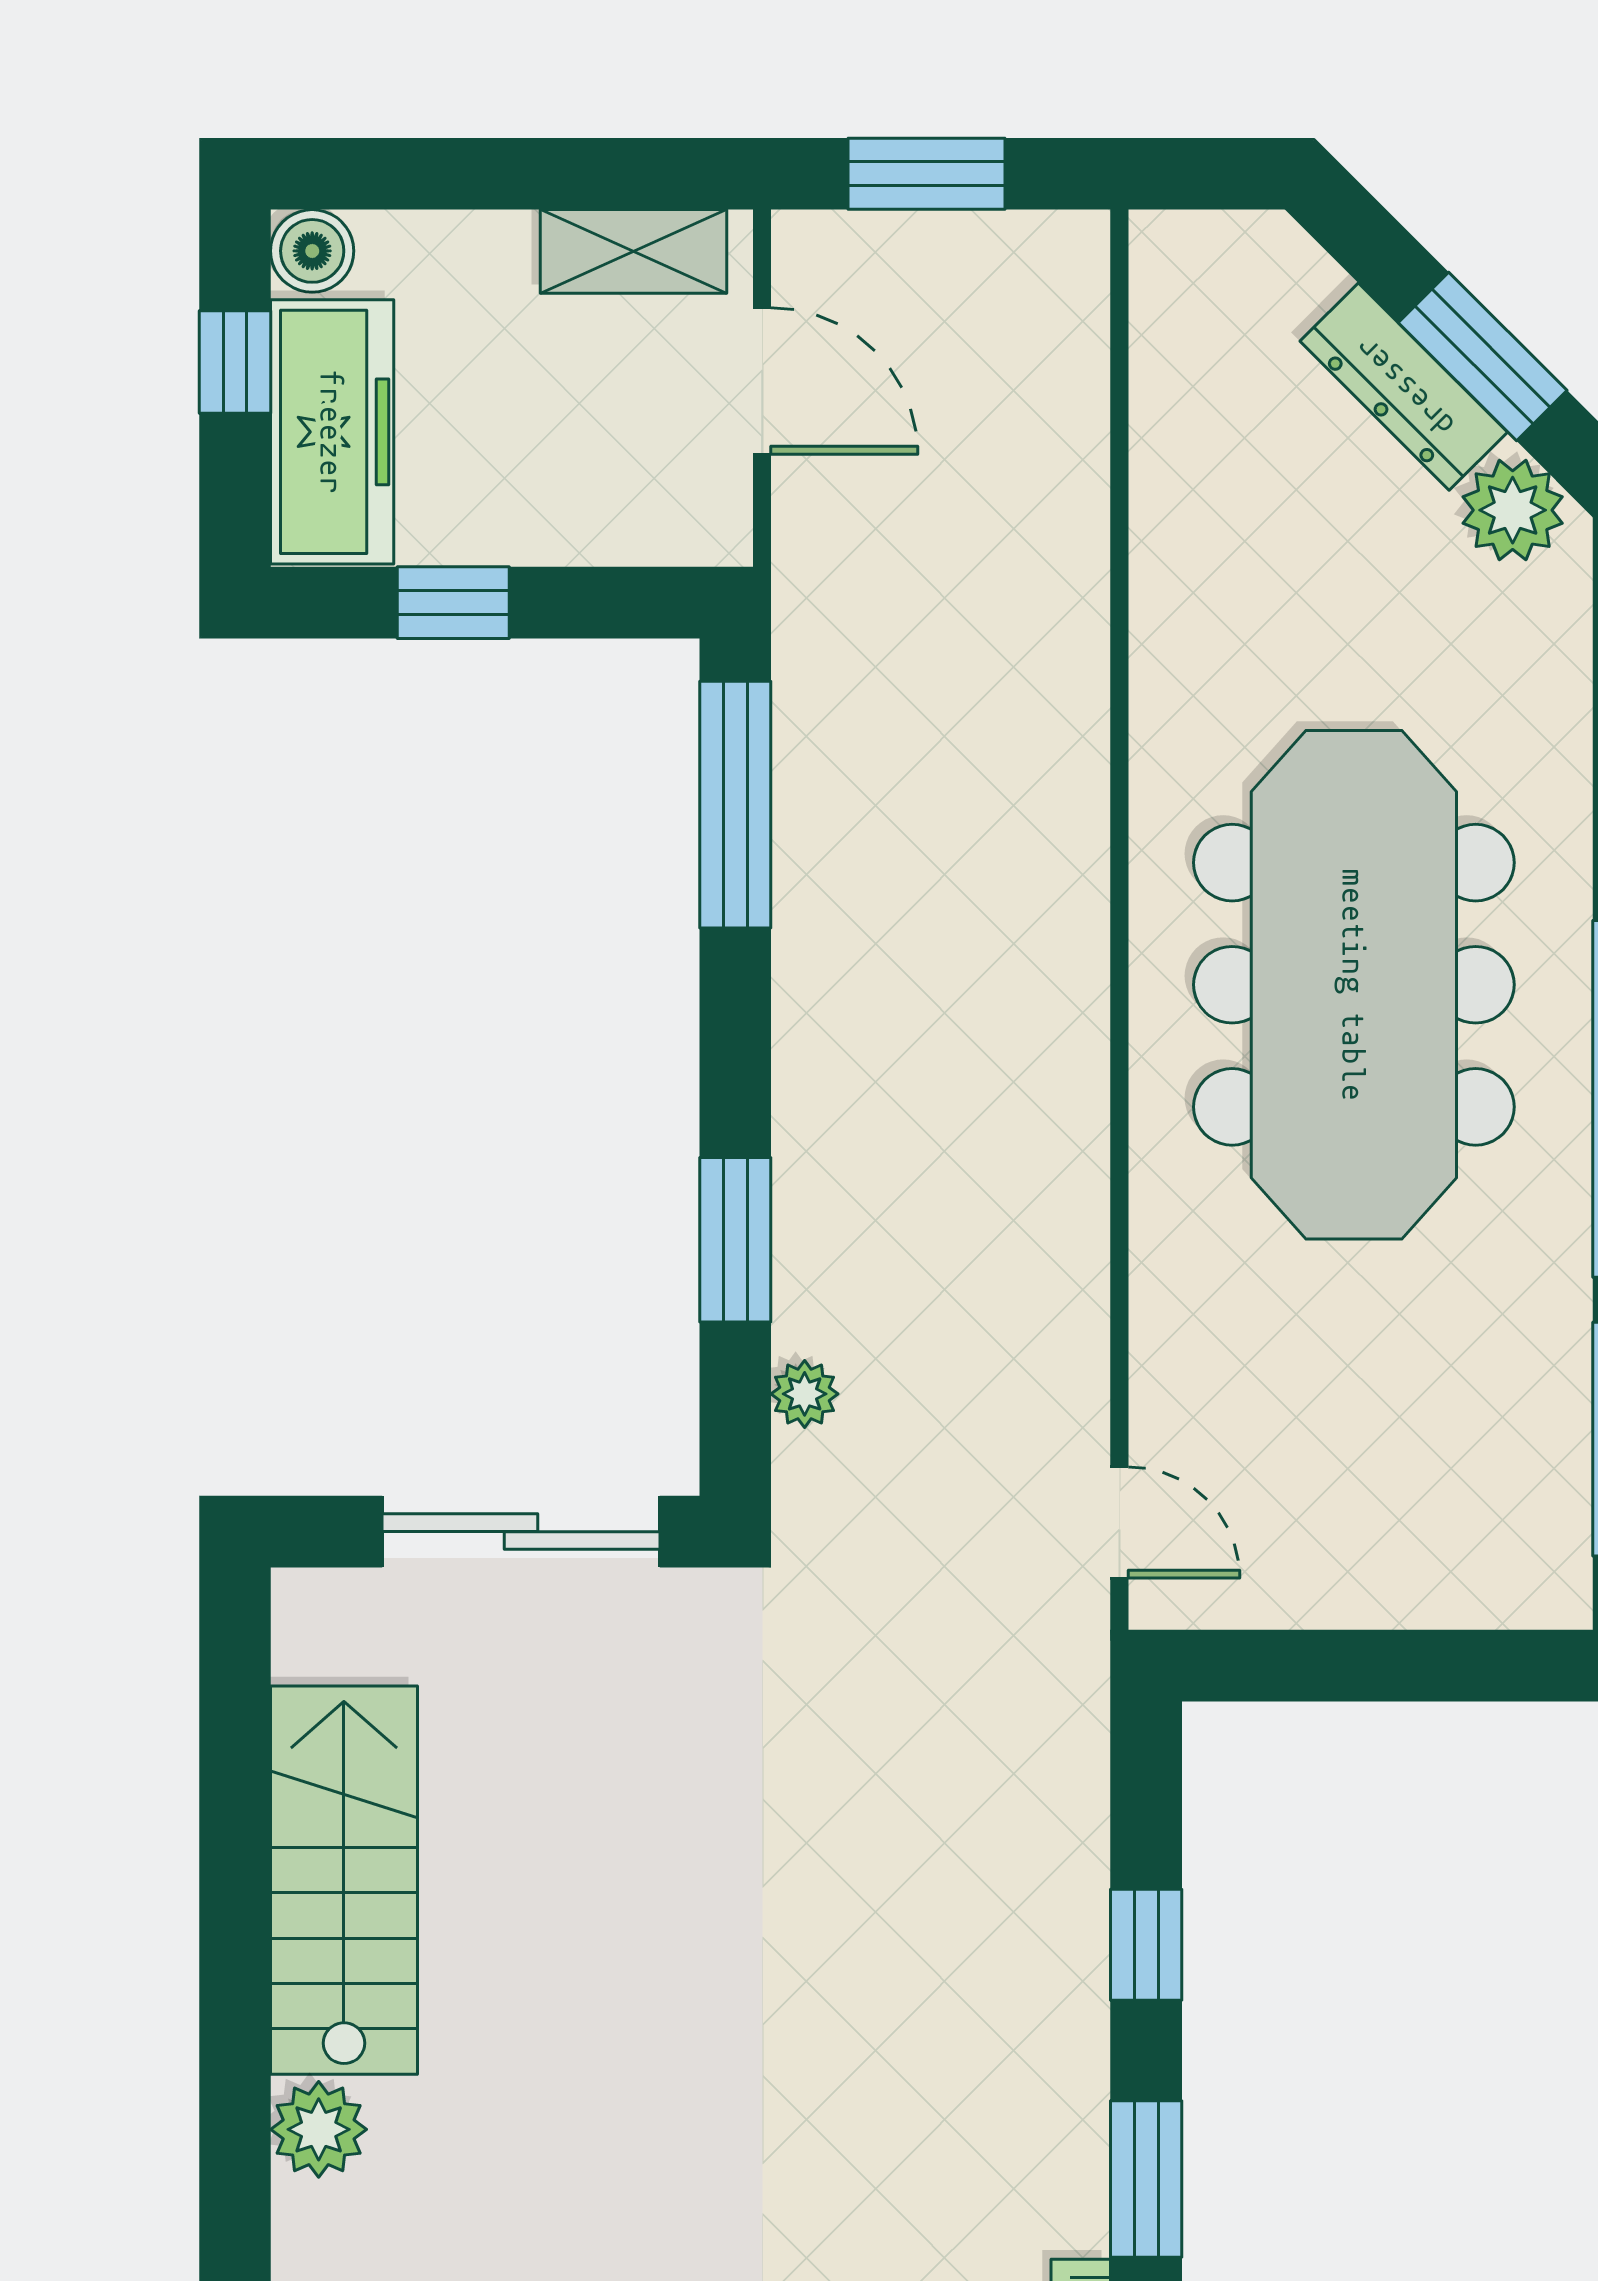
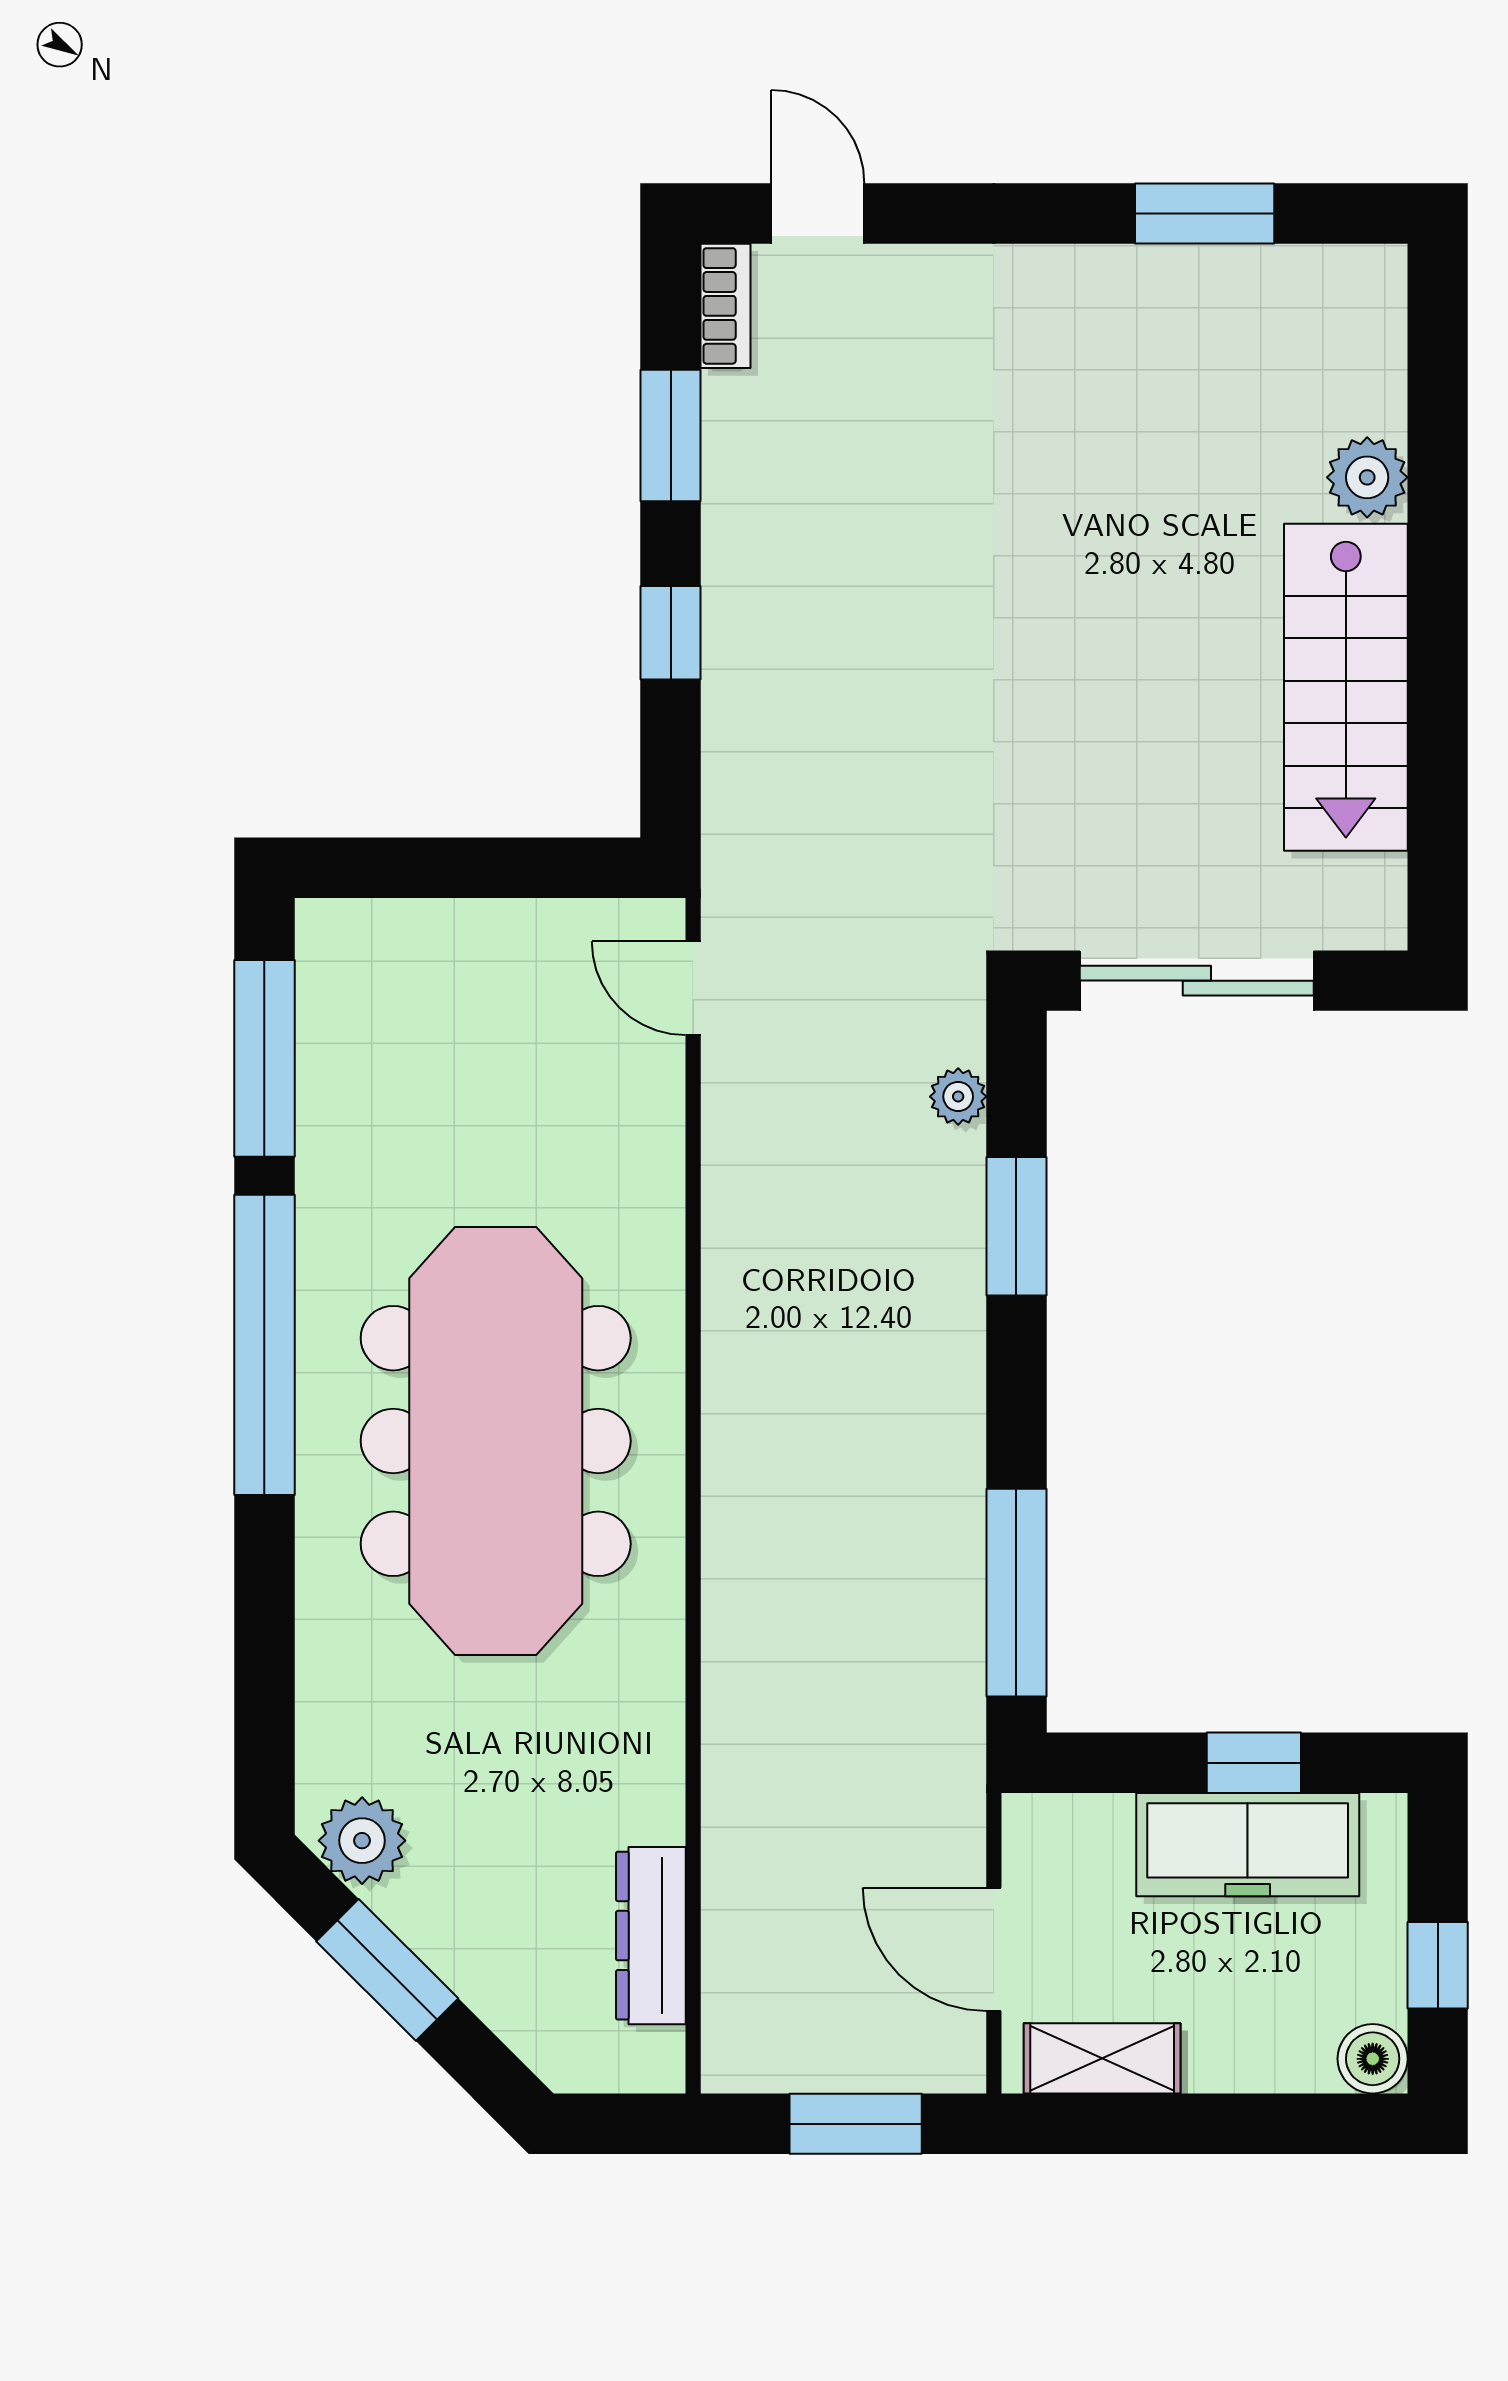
dresser: (1404, 387) -> (651, 1936), moved, turned -135
freezer: (332, 432) -> (1248, 1845), moved, turned -90

